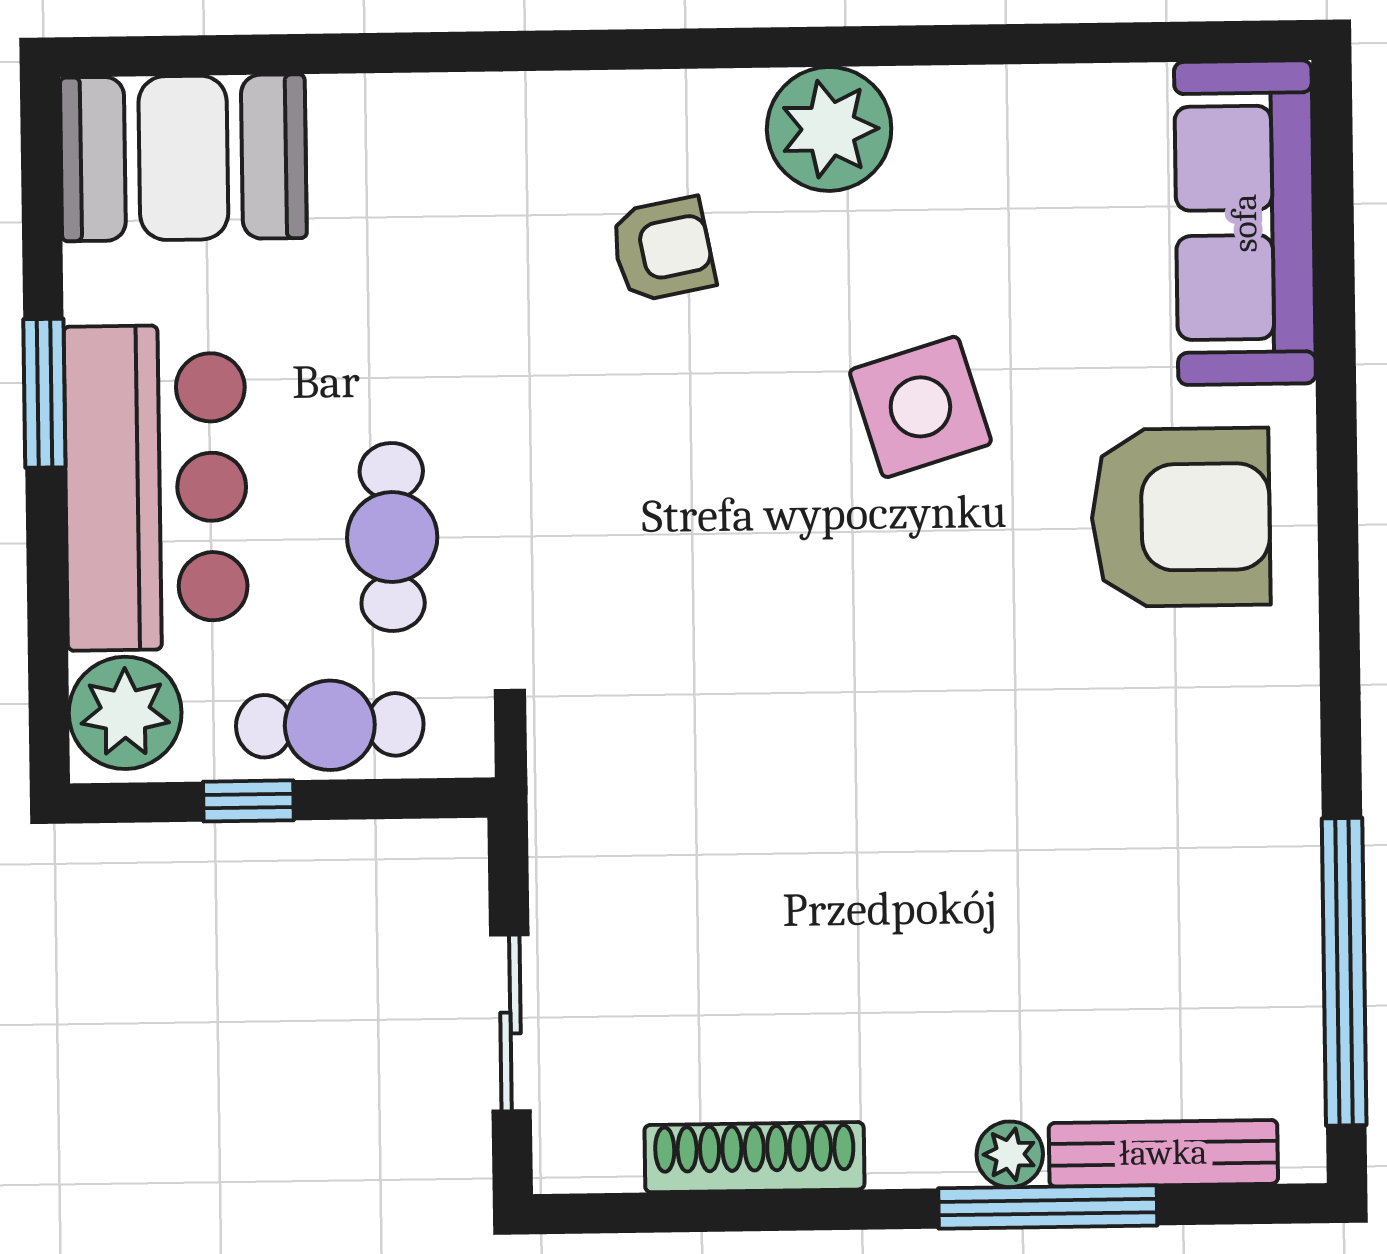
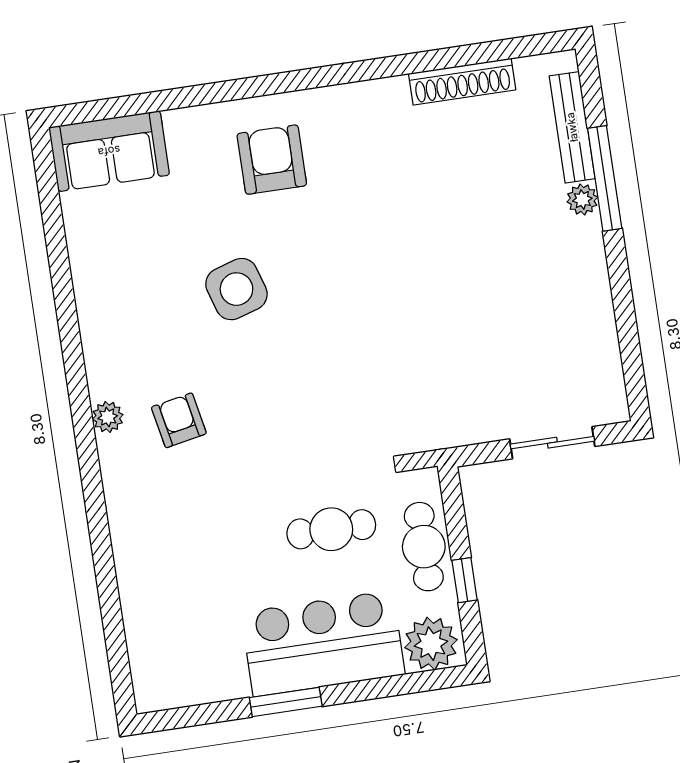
plant: (829, 129) -> (108, 417), moved, width x0.53, depth x0.53
booth: (183, 158) -> (166, 652), removed
sofa: (1245, 223) -> (109, 151), width x0.73
armchair: (1181, 517) -> (272, 160), width x0.73, depth x0.73
window: (1344, 972) -> (475, 54), removed
shoe rack: (754, 1157) -> (462, 82), moved, turned -90

